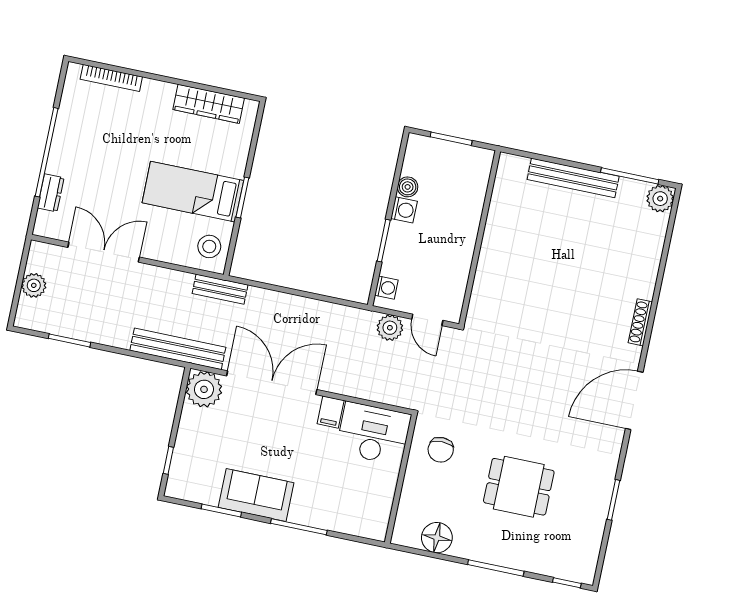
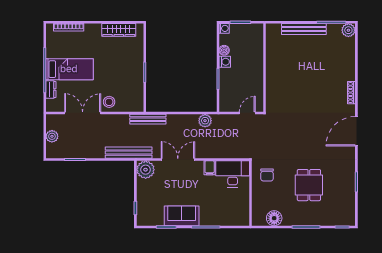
bed: (193, 192) -> (69, 69), moved, turned 180
stool: (209, 246) -> (109, 102), moved
washing machine: (386, 288) -> (224, 28), moved
bench: (220, 289) -> (148, 119), width x1.36
door: (427, 320) -> (247, 113), swing flipped
plant: (390, 328) -> (205, 121), moved
double door: (272, 383) -> (178, 160), width x0.73
dining table: (519, 487) -> (309, 185), turned 90

